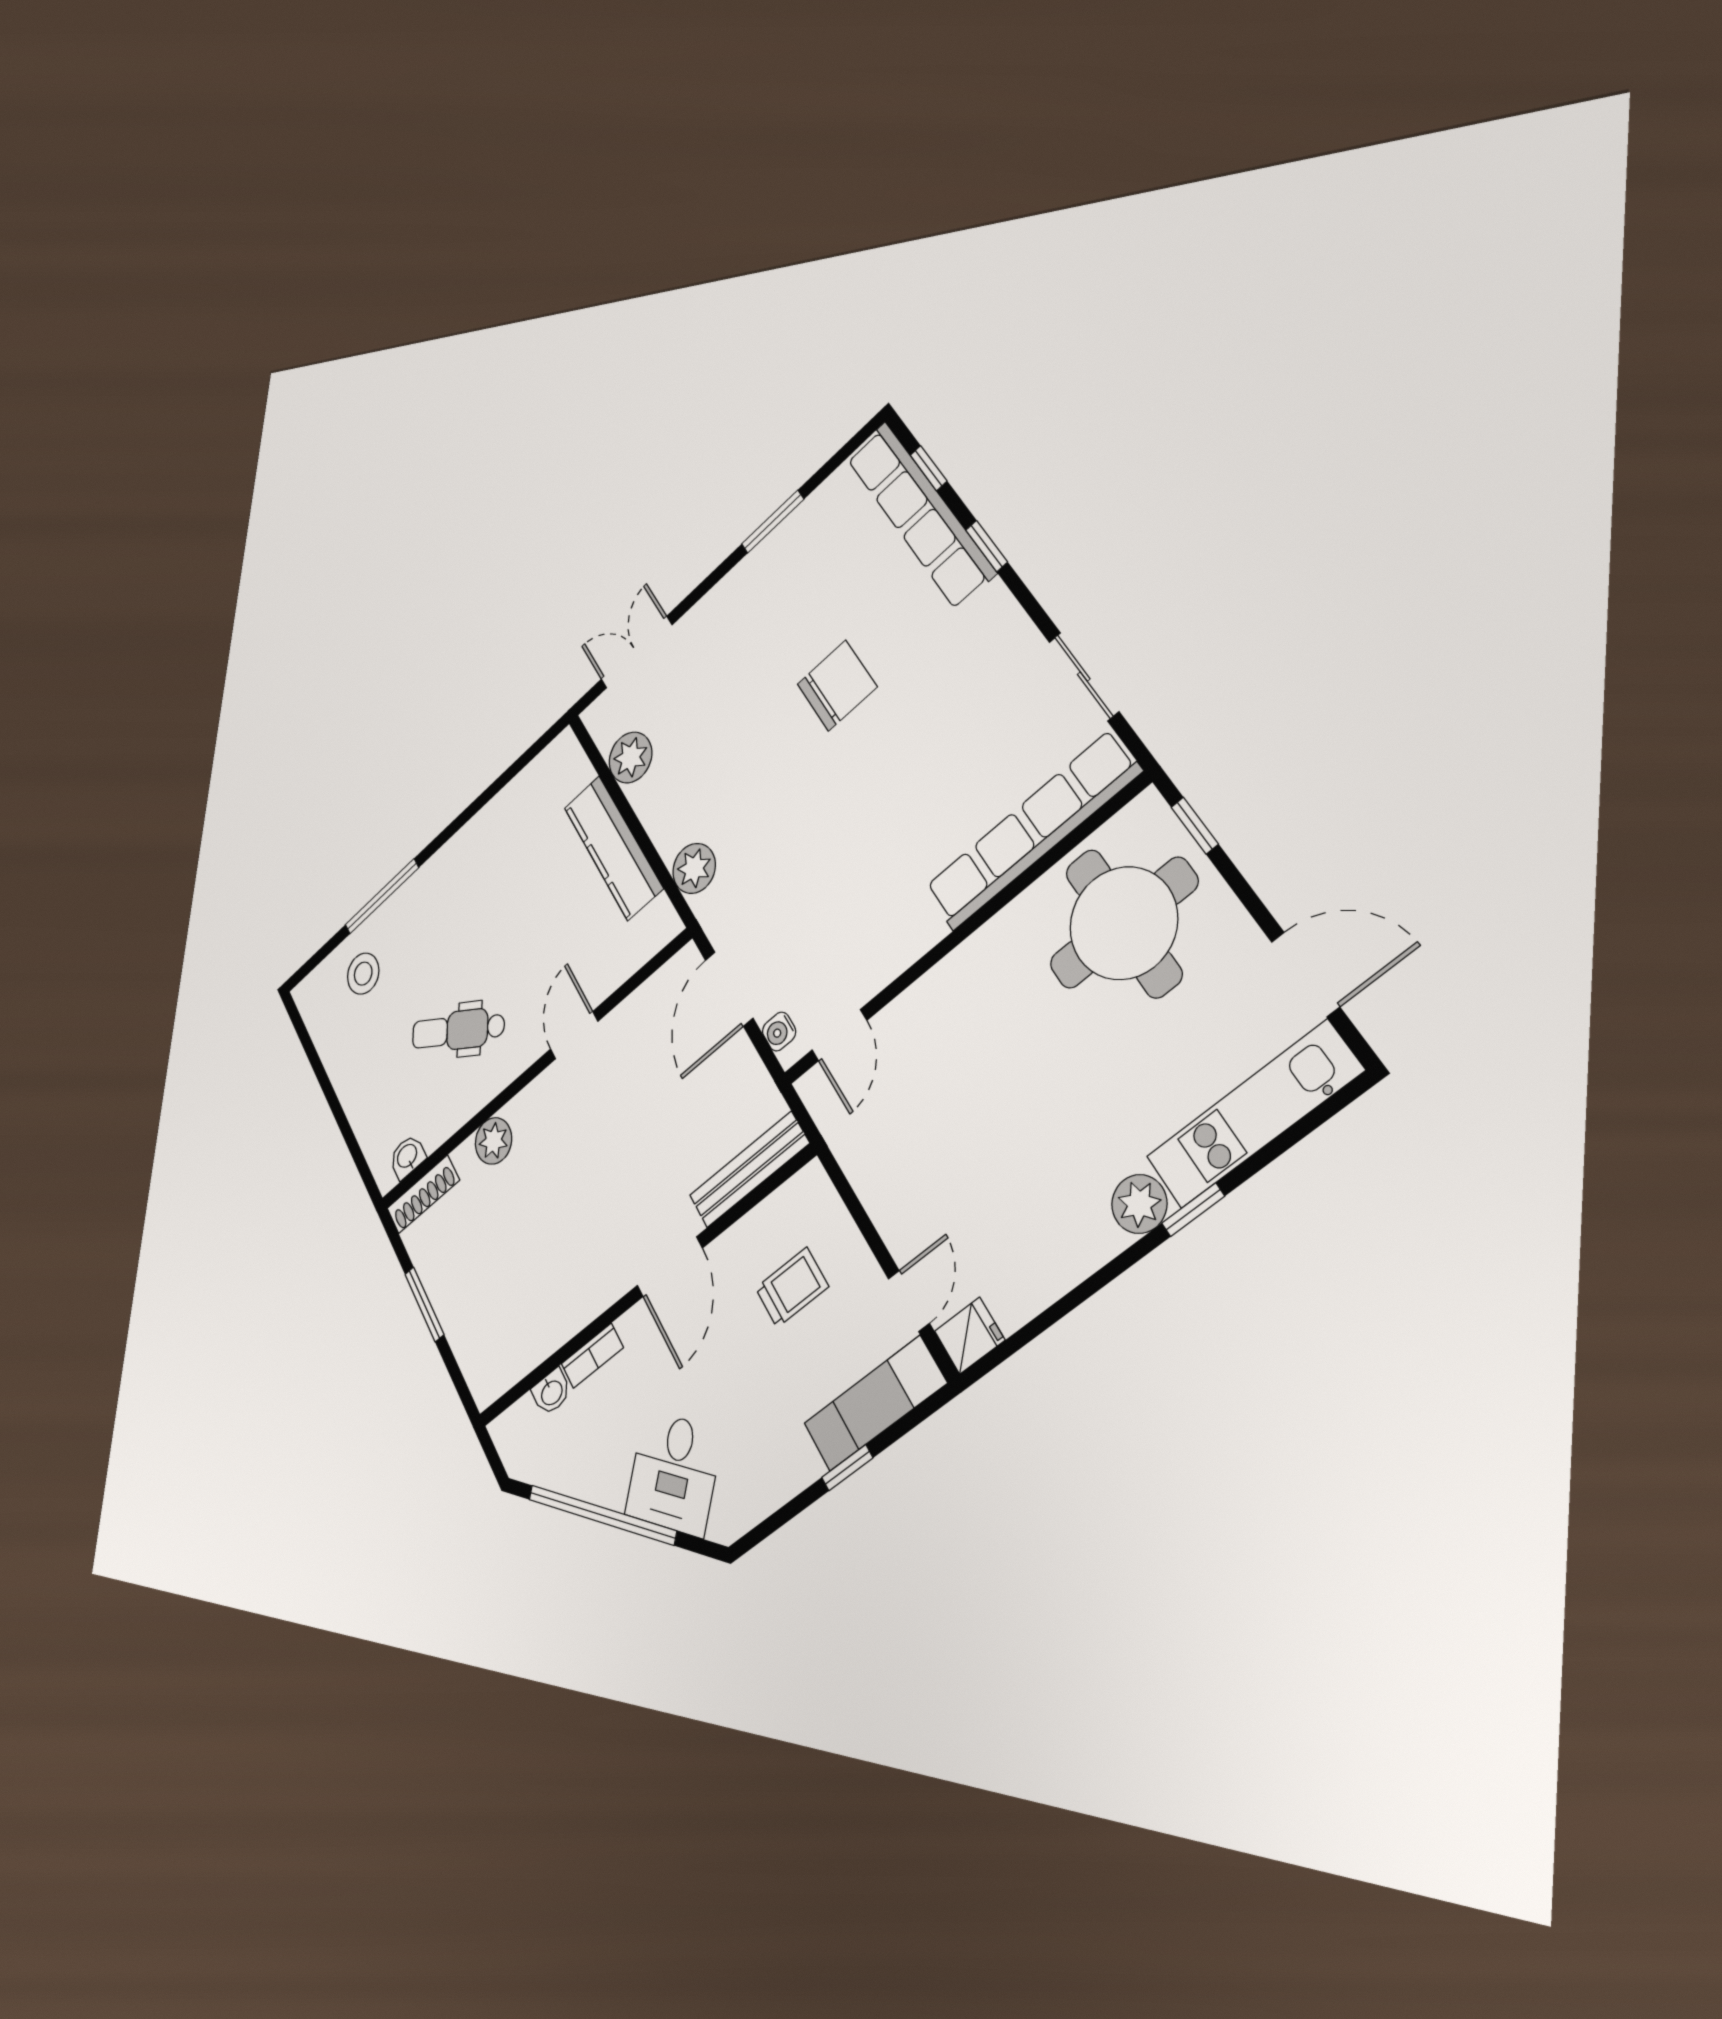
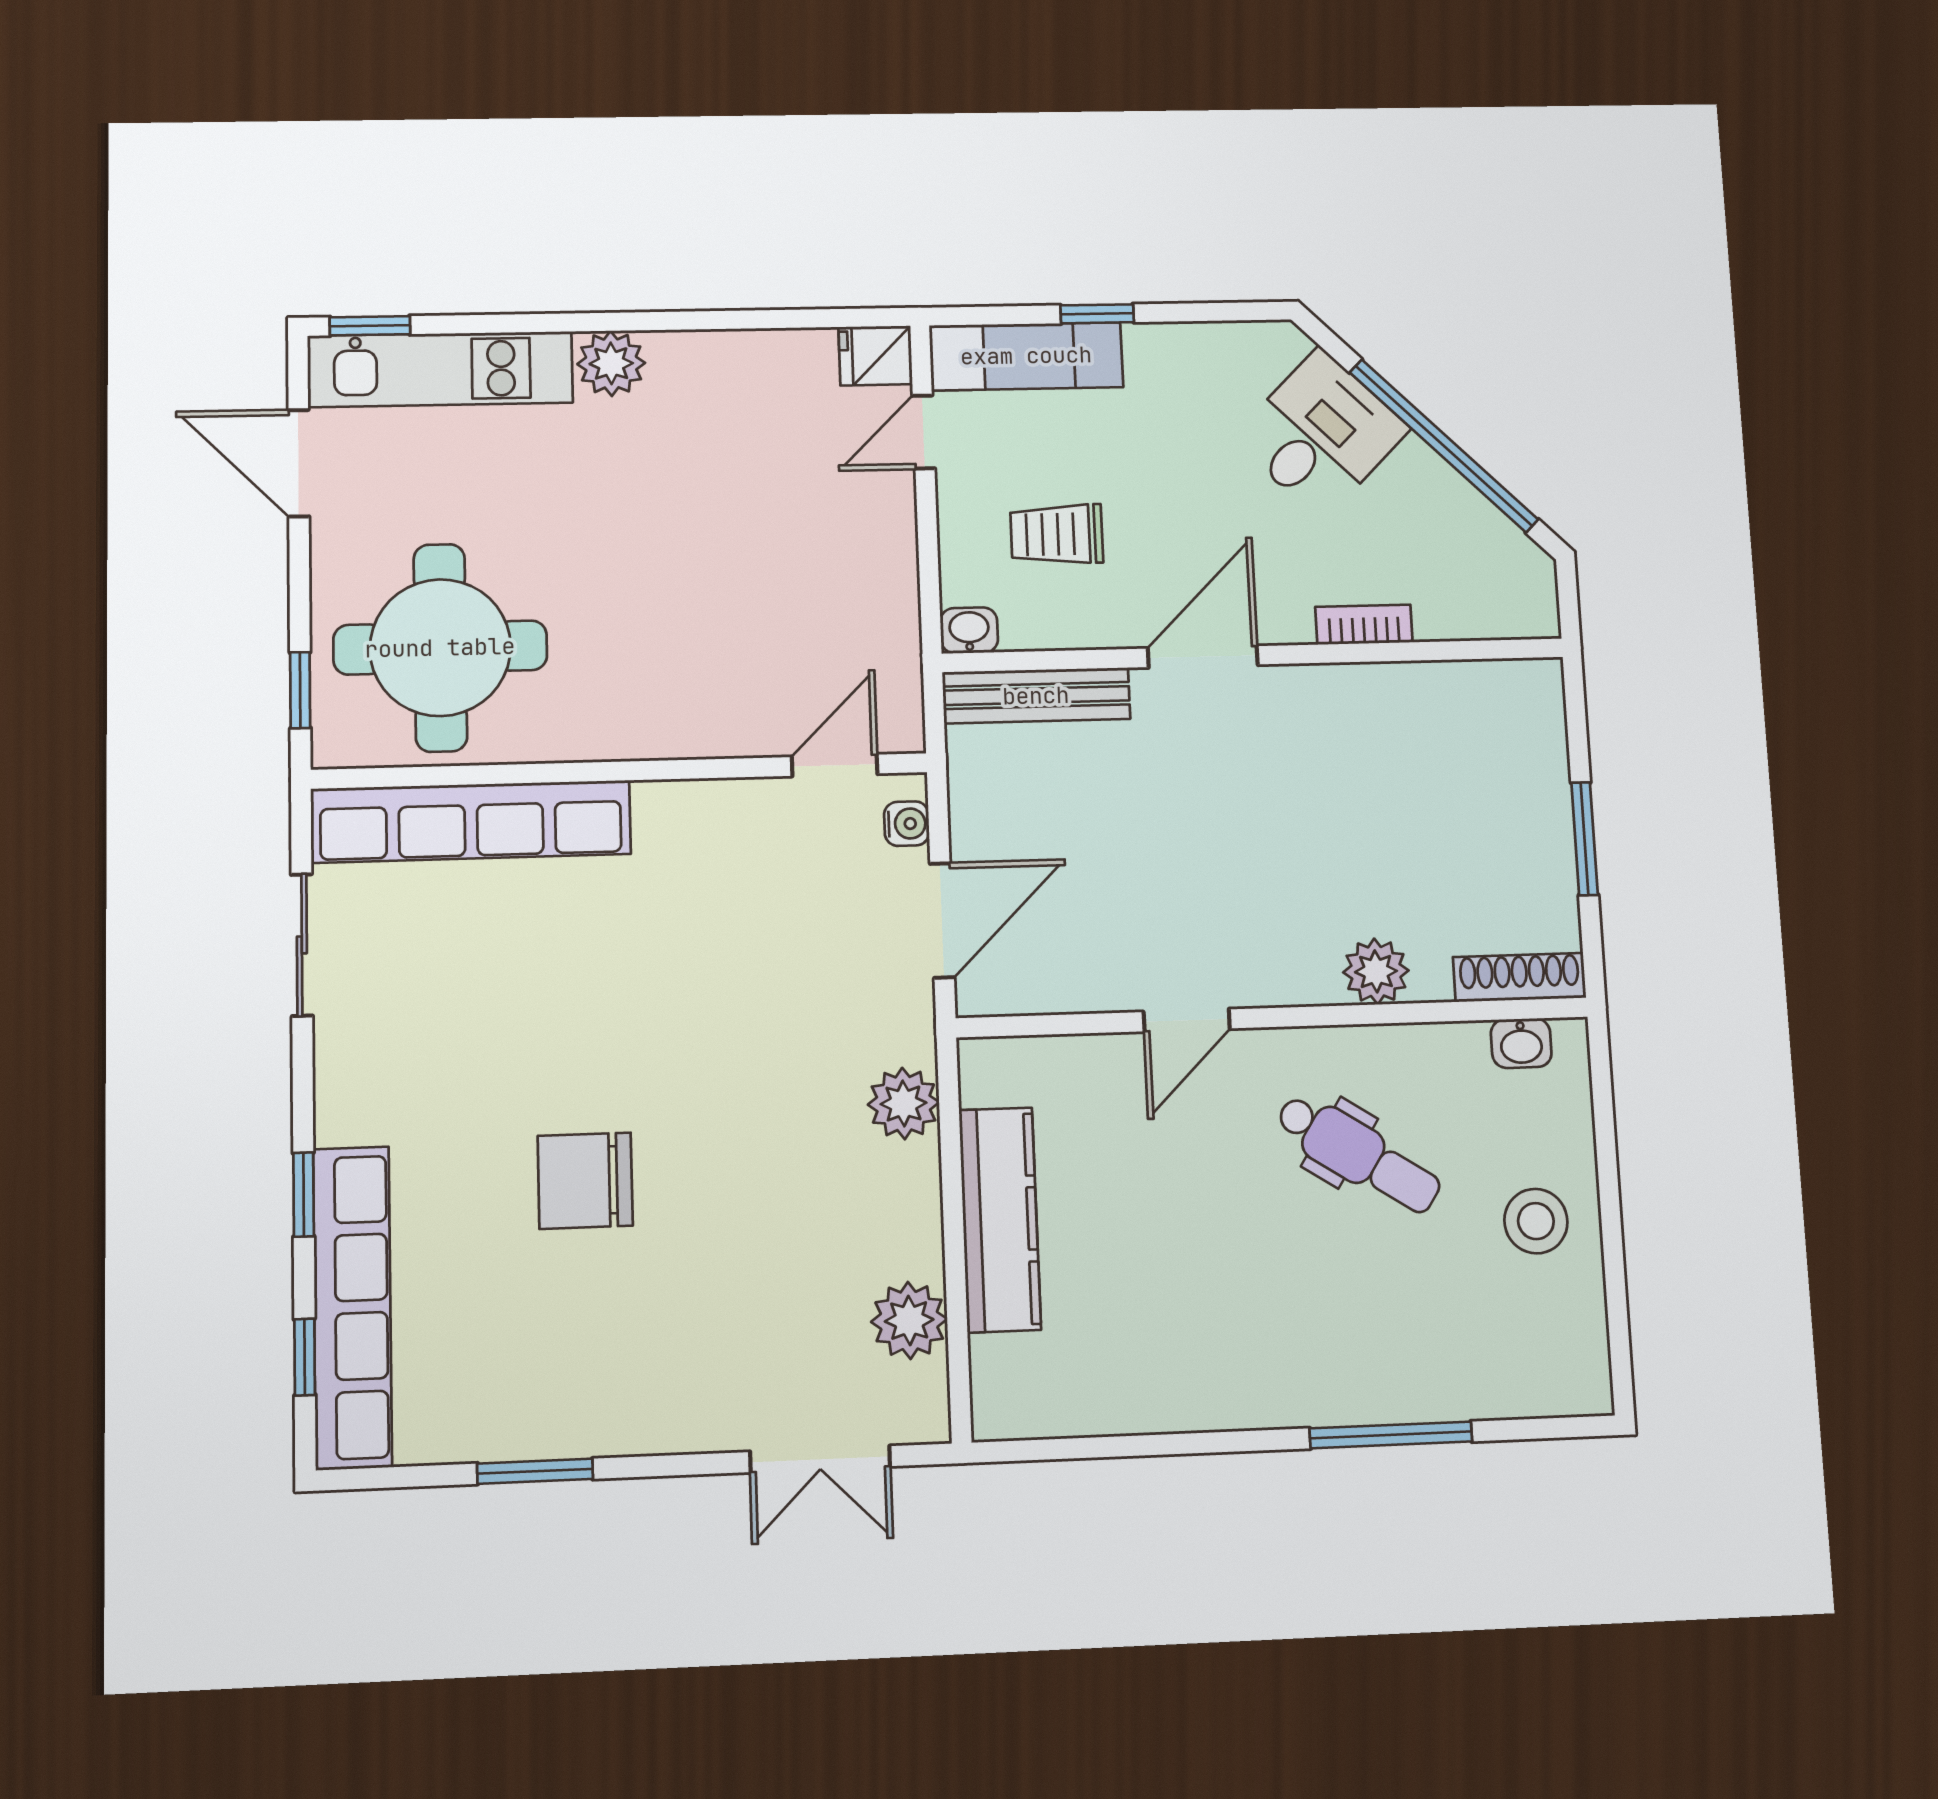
stool: (363, 974) -> (1536, 1221), moved
window: (1193, 1210) -> (370, 326), moved
washbasin: (551, 1392) -> (969, 630), moved

